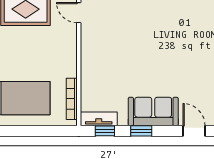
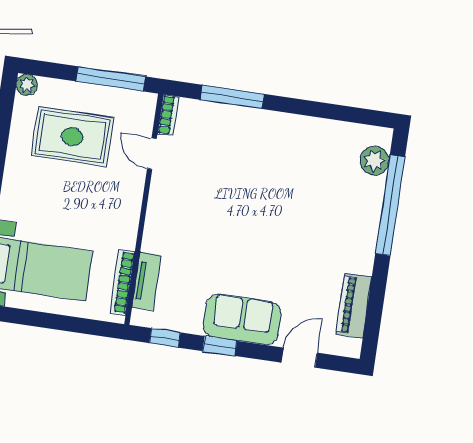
tv unit: (99, 119) -> (146, 281), moved, turned 90
door: (194, 131) -> (299, 358), hinge flipped

